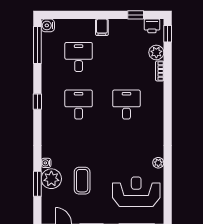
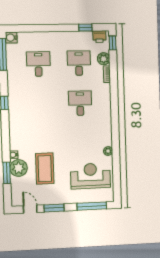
filing cabinet: (102, 27) -> (57, 38), removed
desk: (79, 105) -> (79, 63), moved
coffee table: (82, 181) -> (45, 169), width x1.36, depth x1.32

